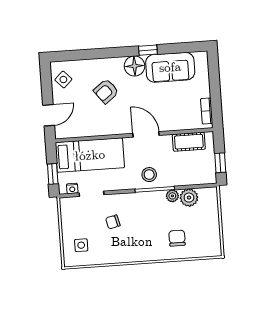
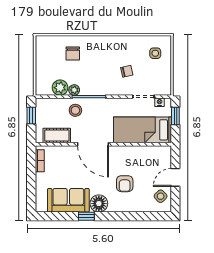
armchair: (106, 91) -> (125, 184), turned 128
door: (49, 115) -> (175, 177), moved
door: (146, 134) -> (93, 144), width x1.36
stool: (149, 175) -> (75, 110), moved

